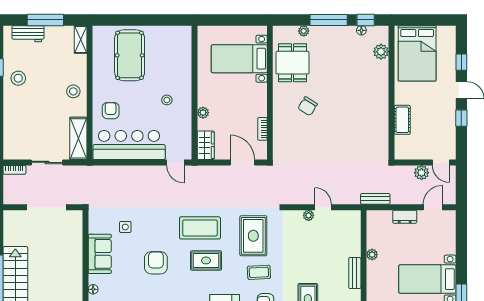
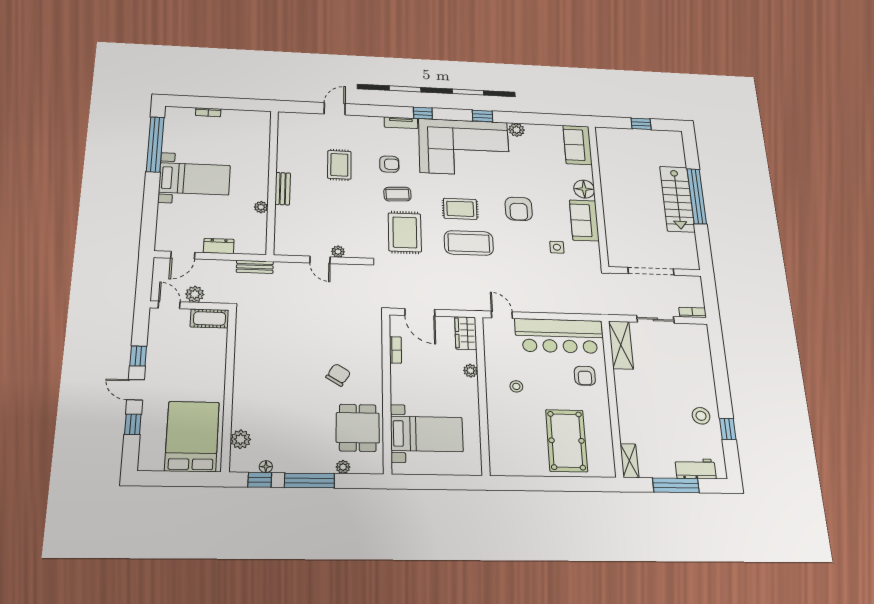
stool: (73, 91) -> (632, 399), removed
cot: (402, 120) -> (210, 318), moved, turned 90
floor lamp: (93, 289) -> (584, 189), width x1.89, depth x1.89

